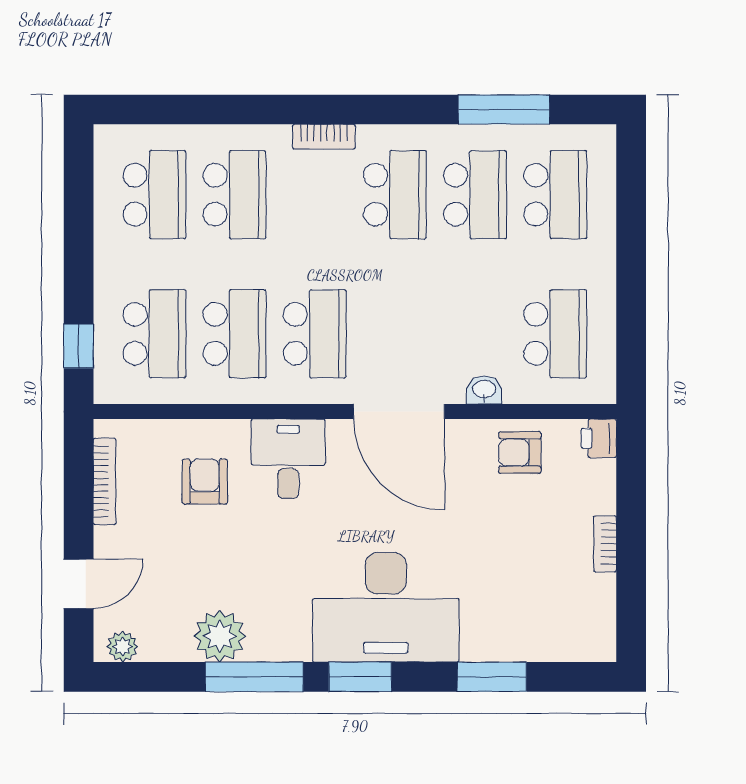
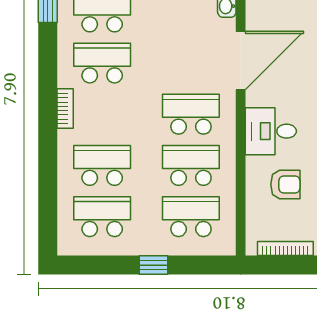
window: (79, 346) -> (153, 265), moved
armchair: (205, 481) -> (285, 184), turned 180

